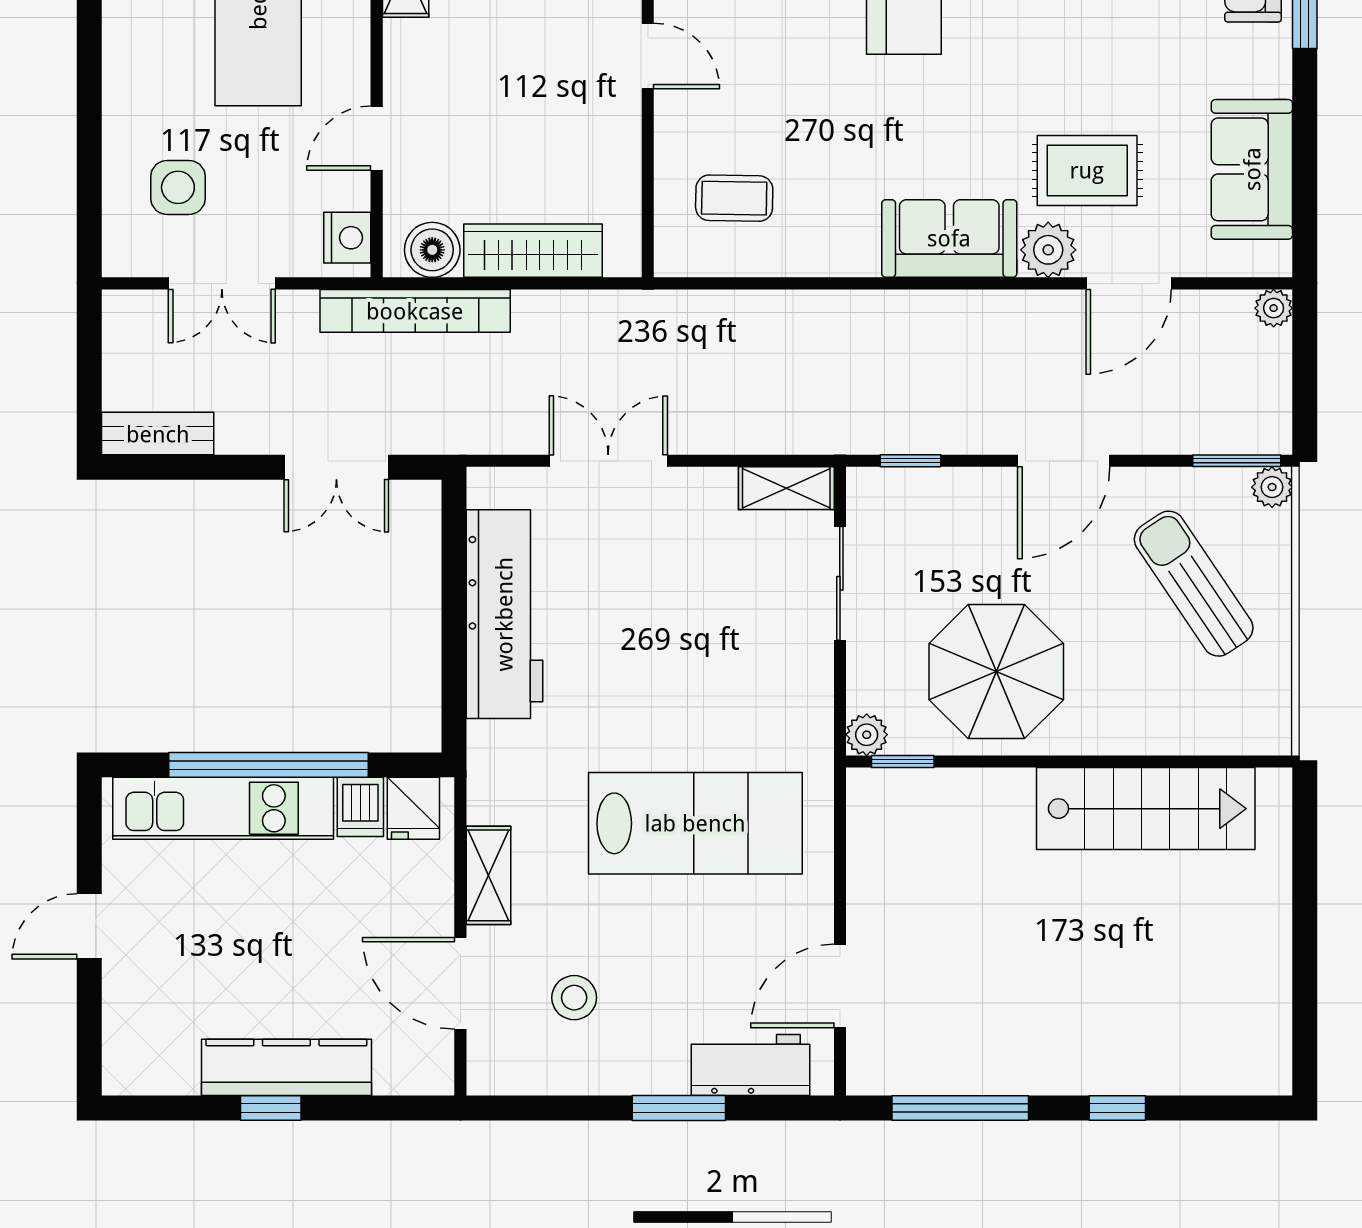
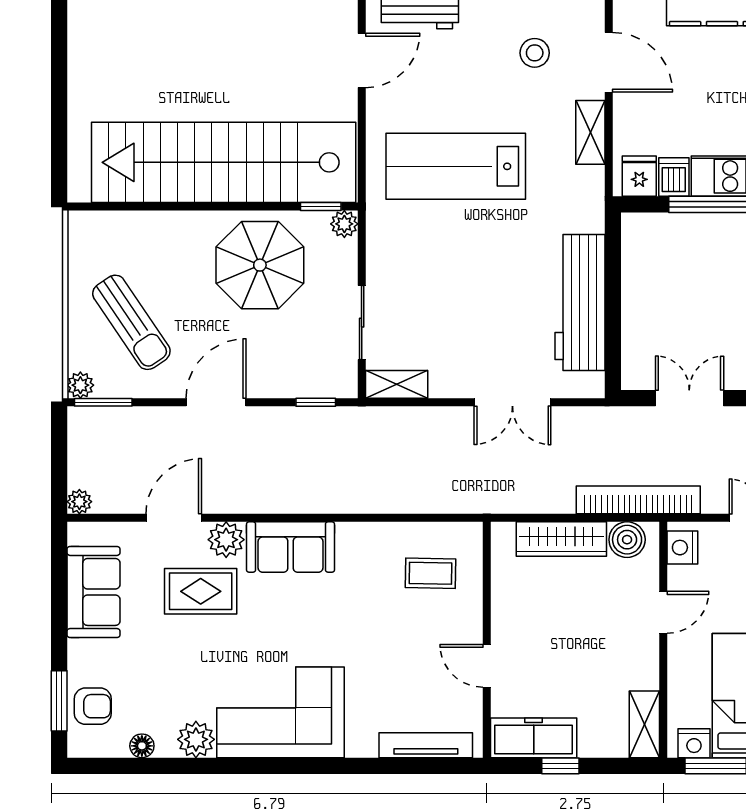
stairs: (1146, 809) -> (224, 162), width x1.86, depth x1.51

